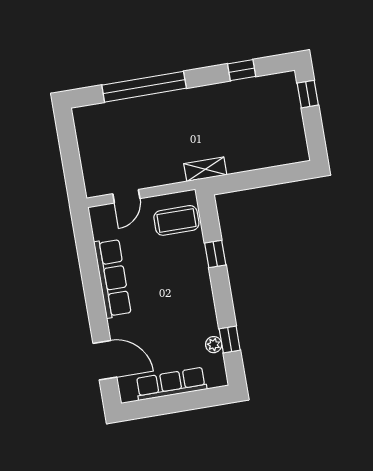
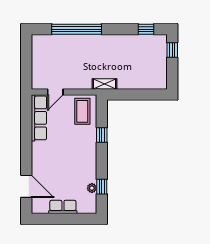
window: (242, 70) -> (146, 29), moved
coffee table: (176, 220) -> (82, 111), turned 90
row of seats: (112, 278) -> (39, 118), moved
row of seats: (171, 384) -> (63, 207), width x0.68

